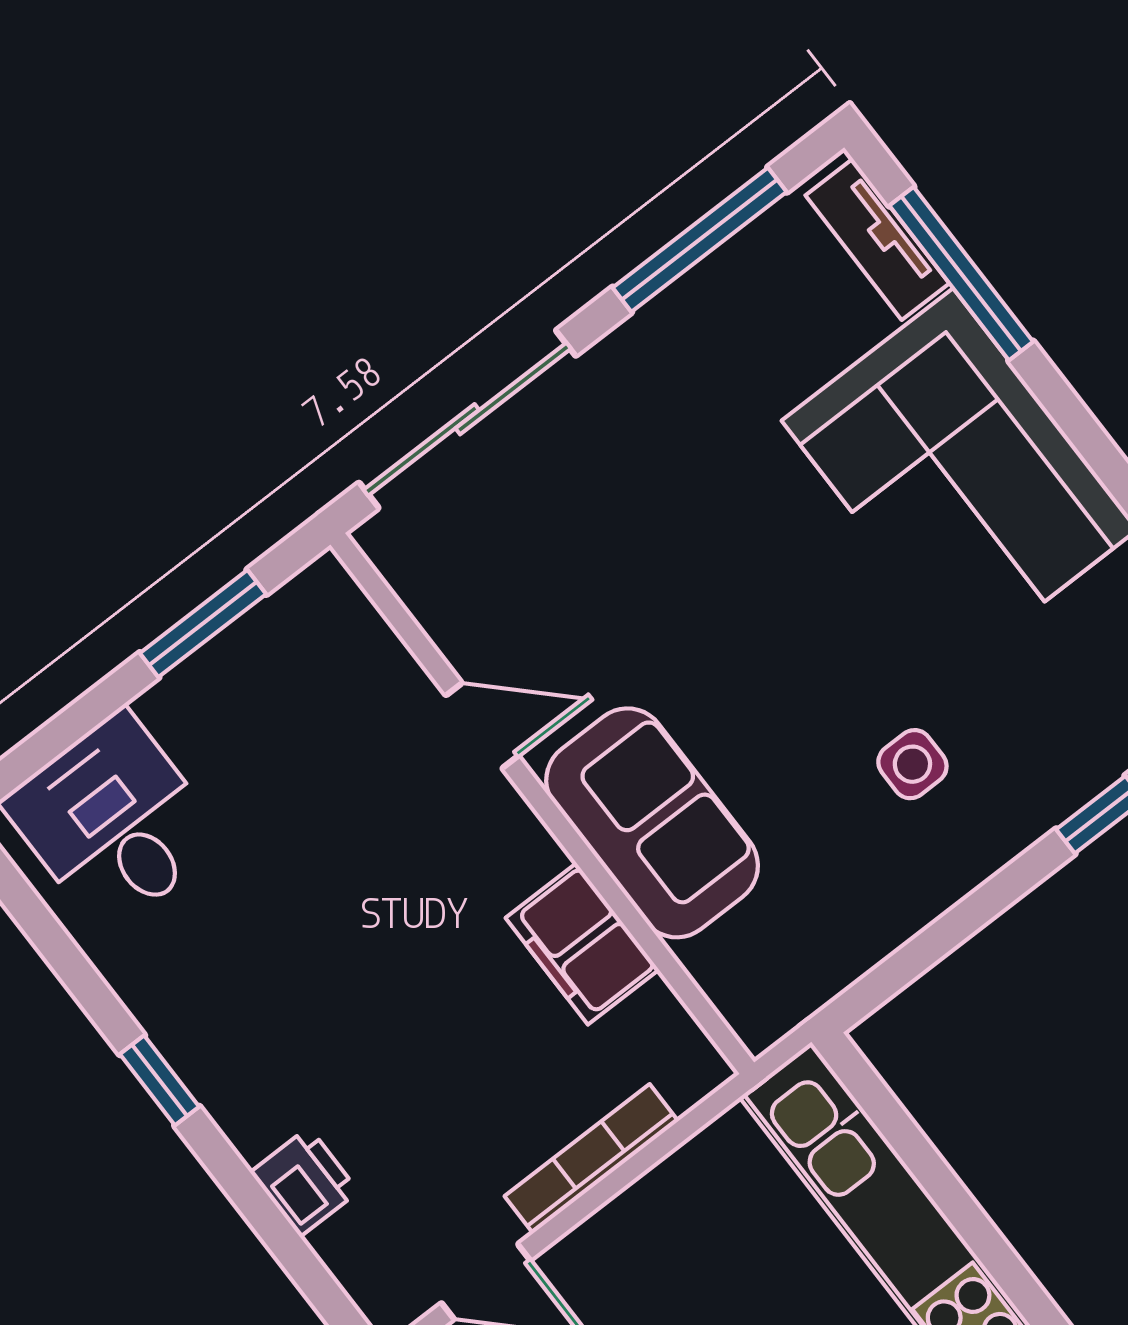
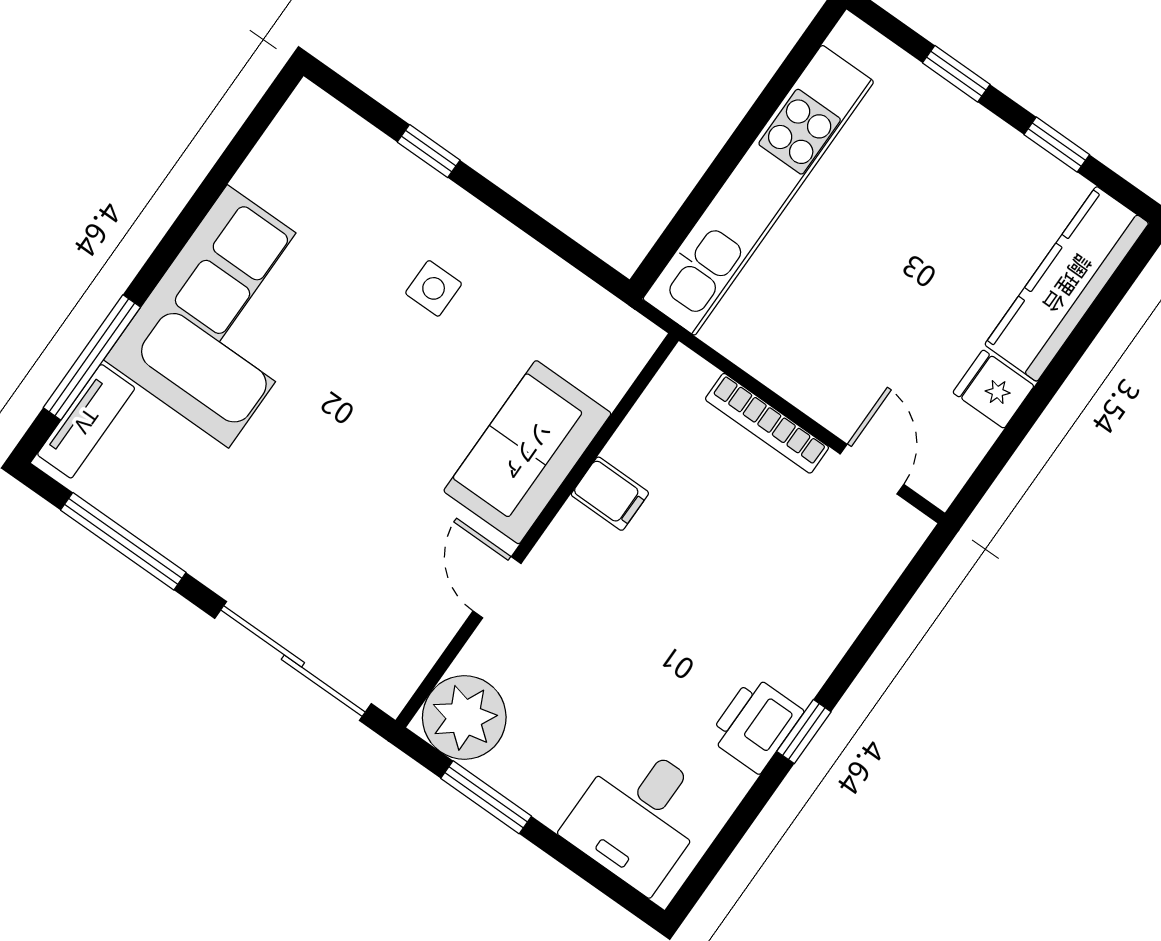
plant: (320, 627) -> (464, 717), added
filing cabinet: (582, 944) -> (610, 494), width x0.50
printer: (304, 1182) -> (756, 724), moved, width x1.36, depth x1.24

